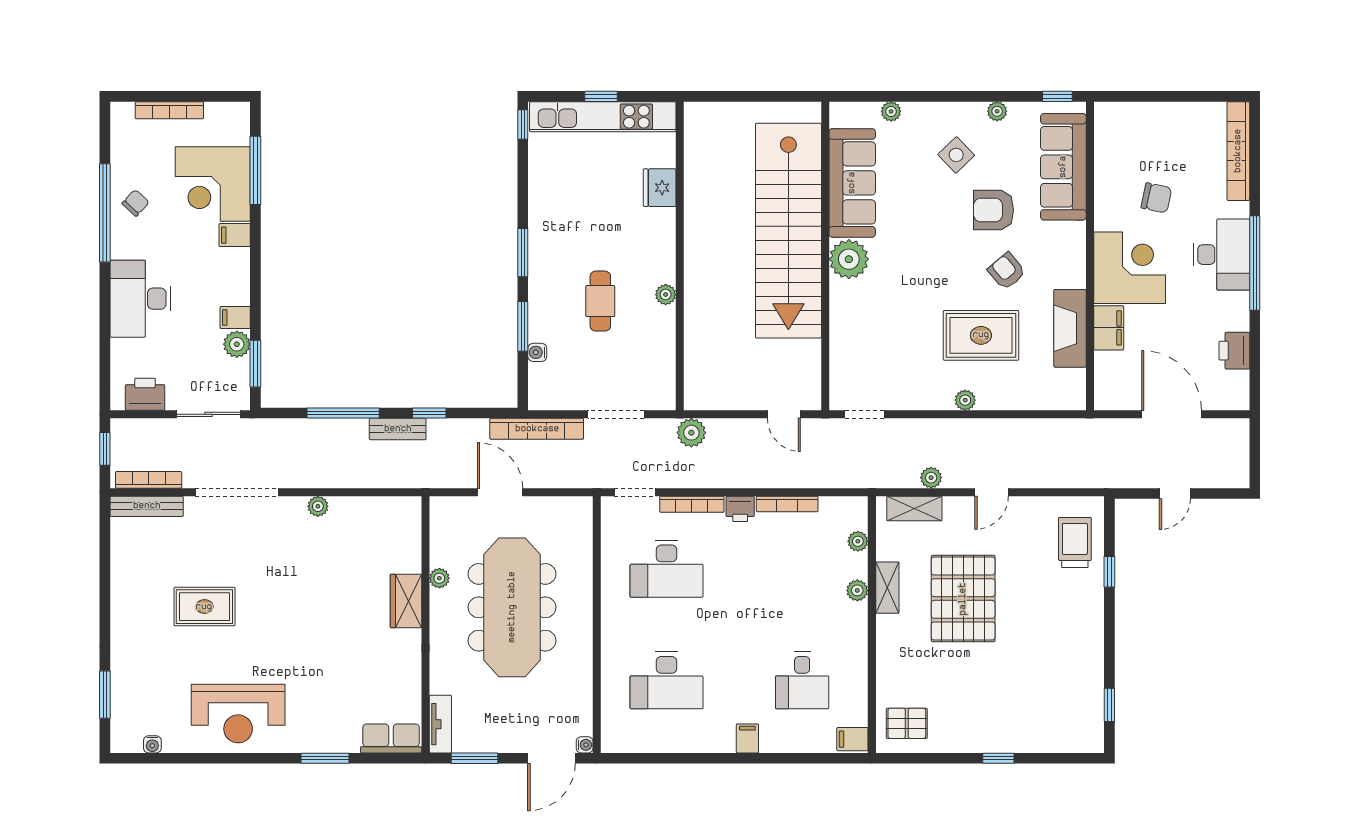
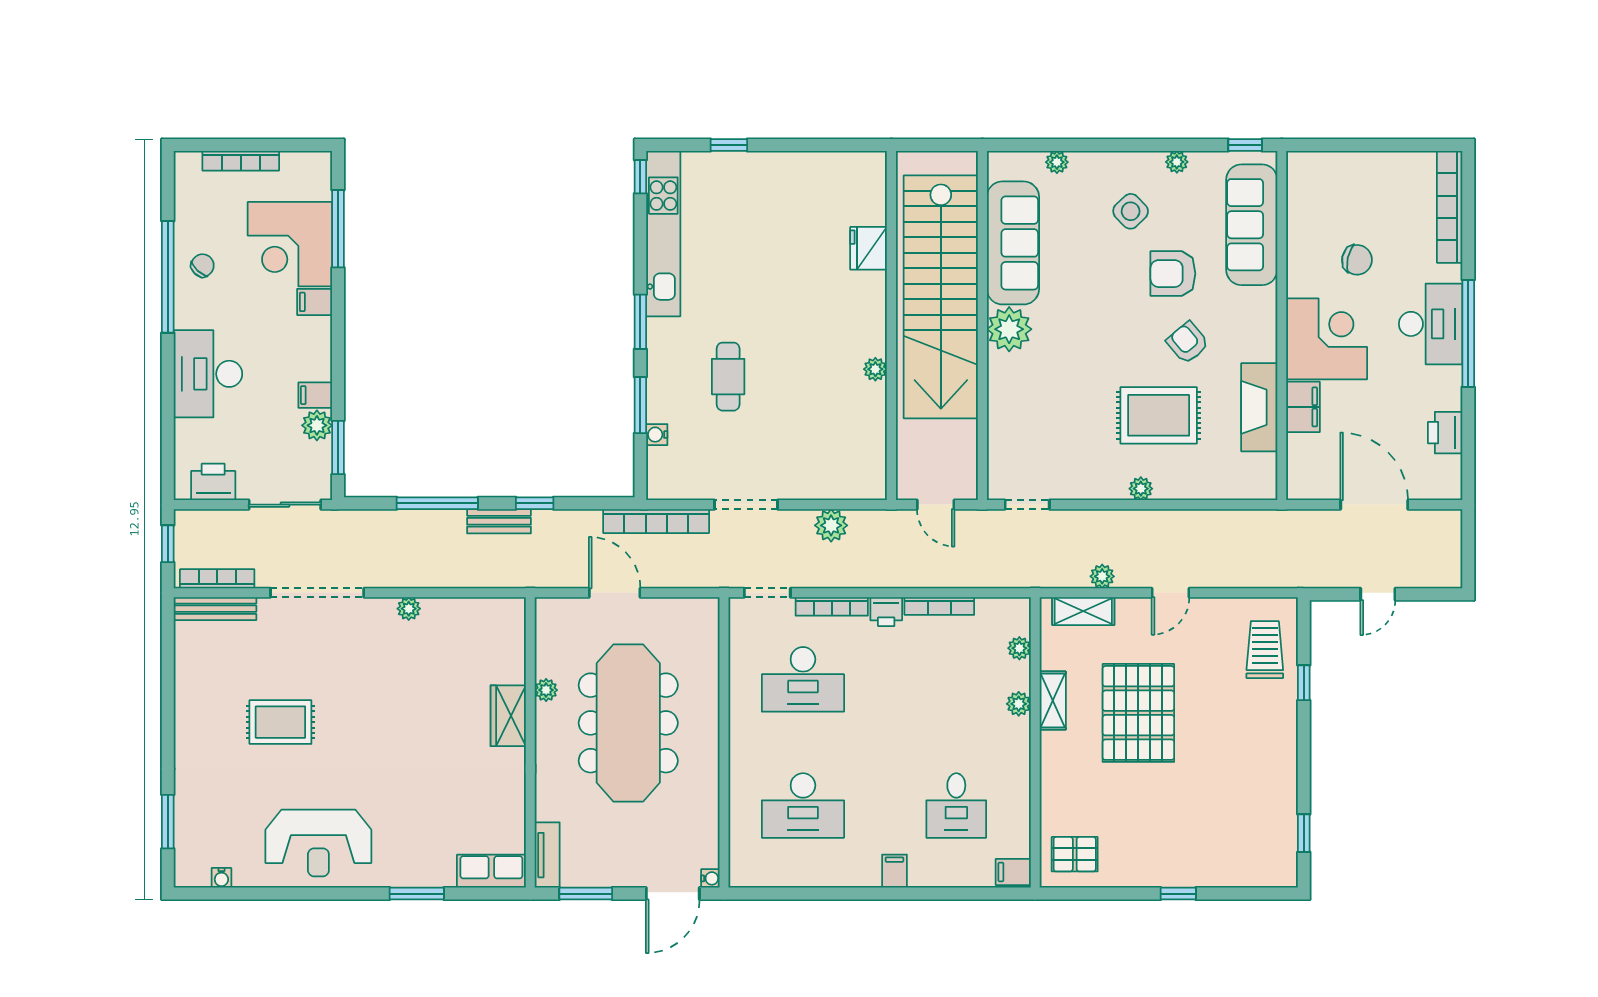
kitchen unit: (603, 117) -> (663, 234), moved, turned -90
fridge: (660, 188) -> (869, 248), moved
wall: (680, 256) -> (891, 326), moved
plant: (666, 295) -> (875, 369), moved

